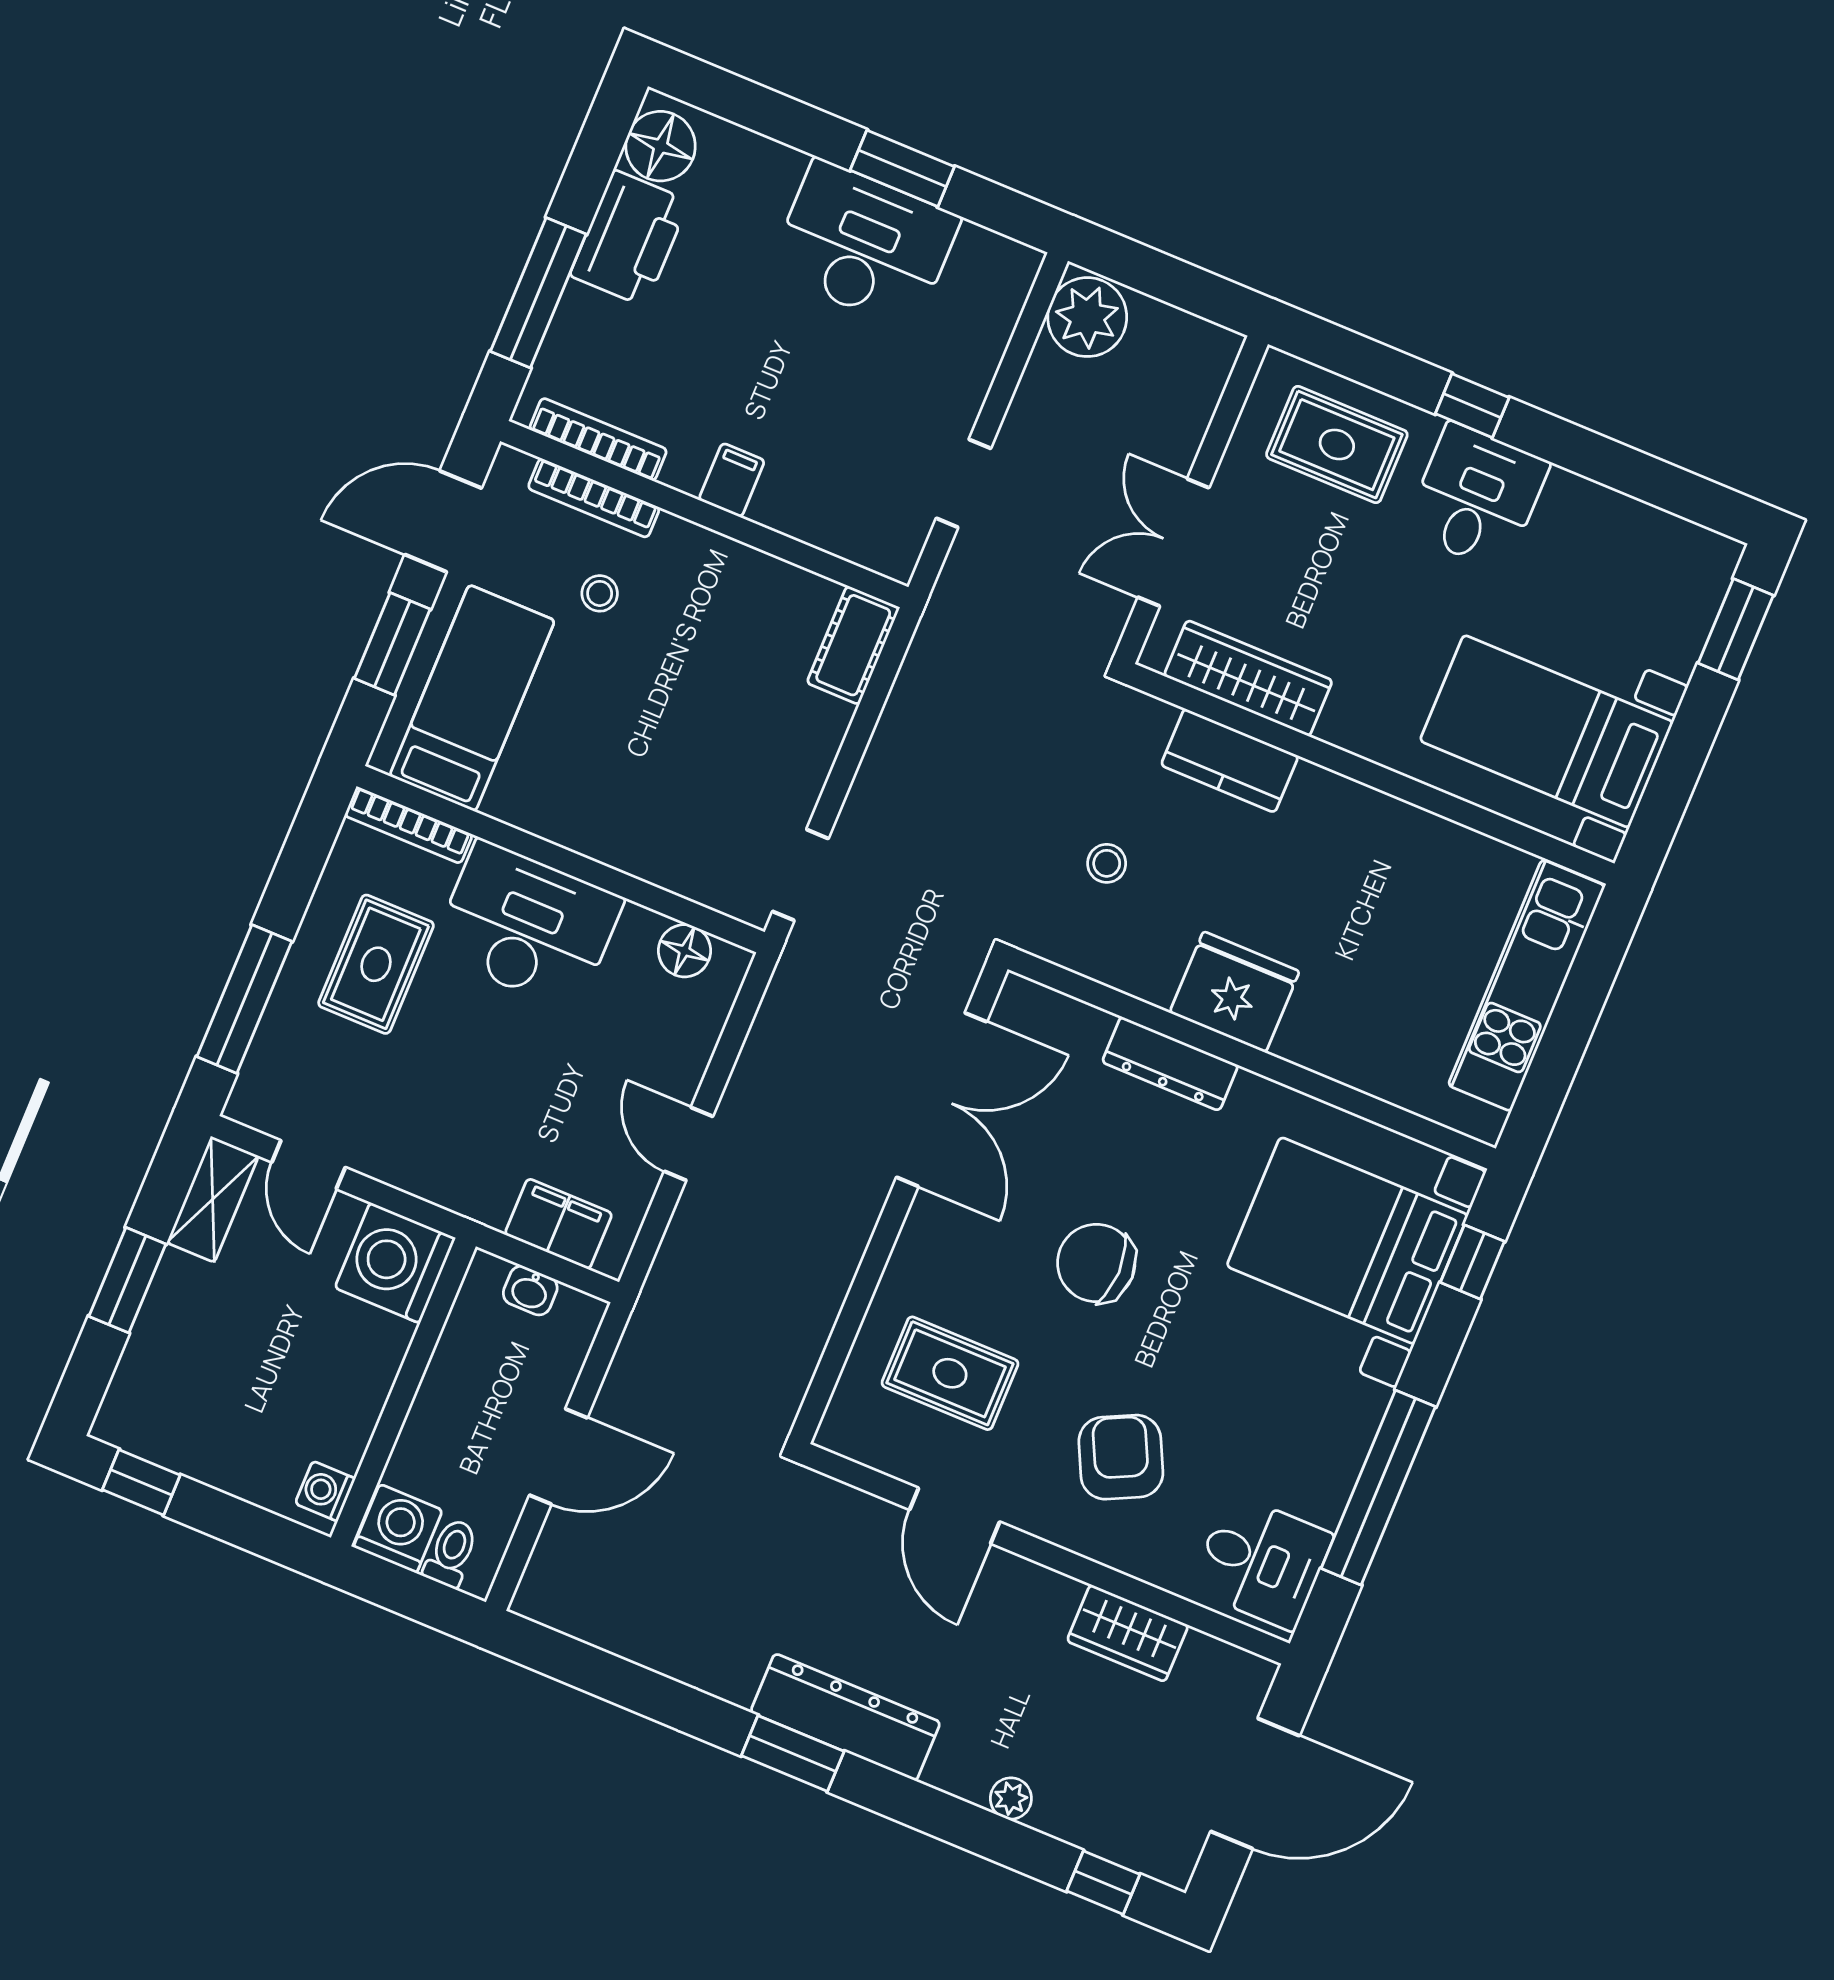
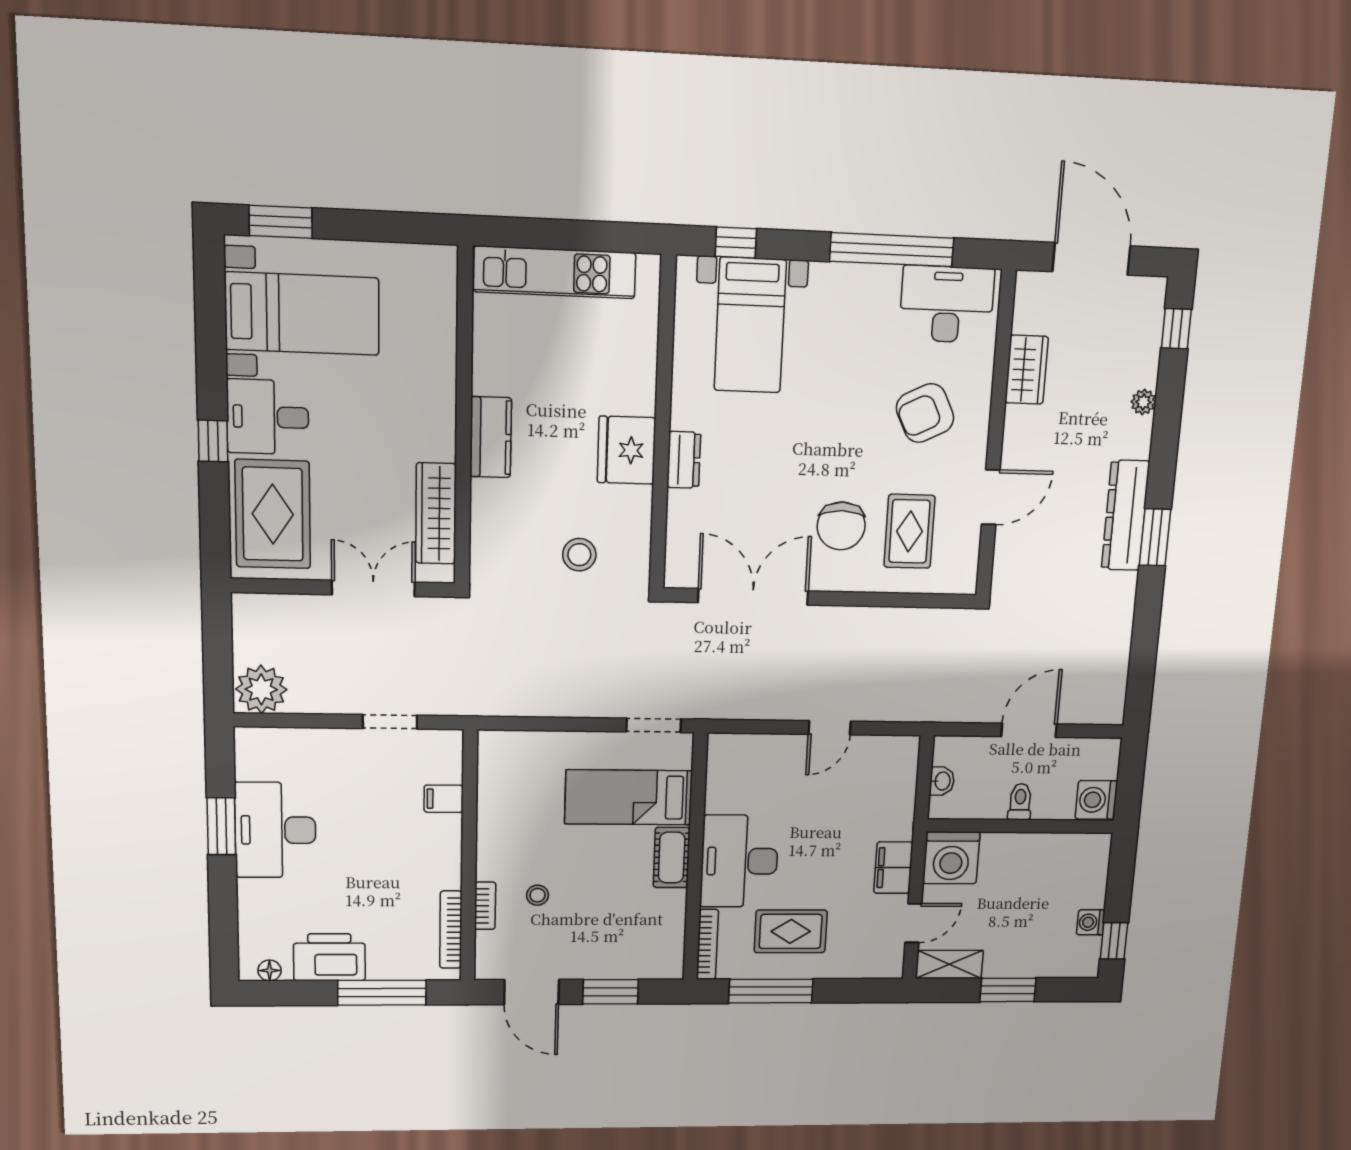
floor lamp: (660, 146) -> (270, 970), width x0.53, depth x0.53
rug: (1337, 445) -> (273, 514), width x1.36, depth x1.43
filing cabinet: (732, 480) -> (444, 799), moved
bookcase: (594, 498) -> (485, 906), width x0.64
double door: (1173, 542) -> (373, 588), swing flipped
cot: (853, 645) -> (672, 857), moved, turned 90
bed: (472, 698) -> (629, 797), moved
bed with nightstands: (1546, 731) -> (302, 314), moved, turned -90
kitchen counter: (1230, 761) -> (491, 437), moved
stool: (1107, 863) -> (579, 555), width x1.37, depth x1.37
floor lamp: (684, 951) -> (721, 772), removed
window: (244, 999) -> (771, 991), moved
dresser: (1170, 1064) -> (684, 460), width x0.70
filing cabinet: (558, 1224) -> (893, 868), moved
bed with nightstands: (1347, 1241) -> (750, 325), width x0.73
chair: (1096, 1263) -> (841, 526), moved
door: (558, 1457) -> (1029, 730), hinge flipped
washing machine: (325, 1491) -> (1091, 922), moved, turned 90
toilet: (451, 1553) -> (1020, 802), moved, turned 90
desk: (1262, 1562) -> (947, 304), width x1.37

